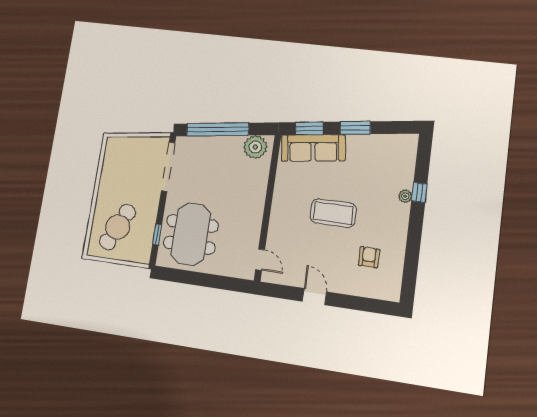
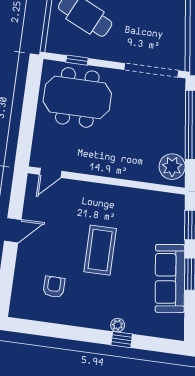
sofa: (313, 148) -> (170, 278), moved
armchair: (369, 257) -> (54, 287), turned -90

